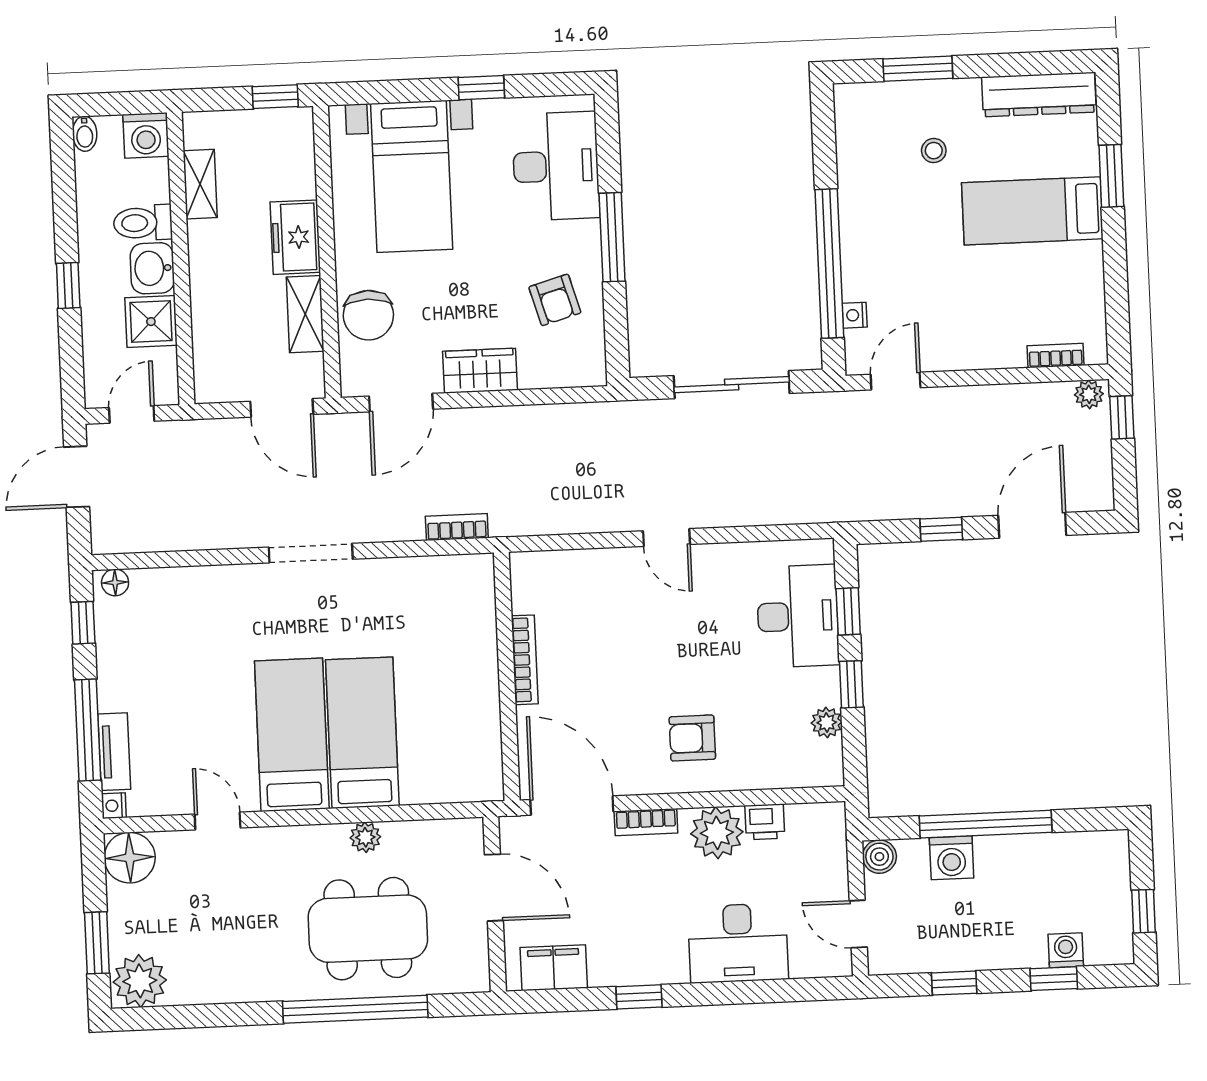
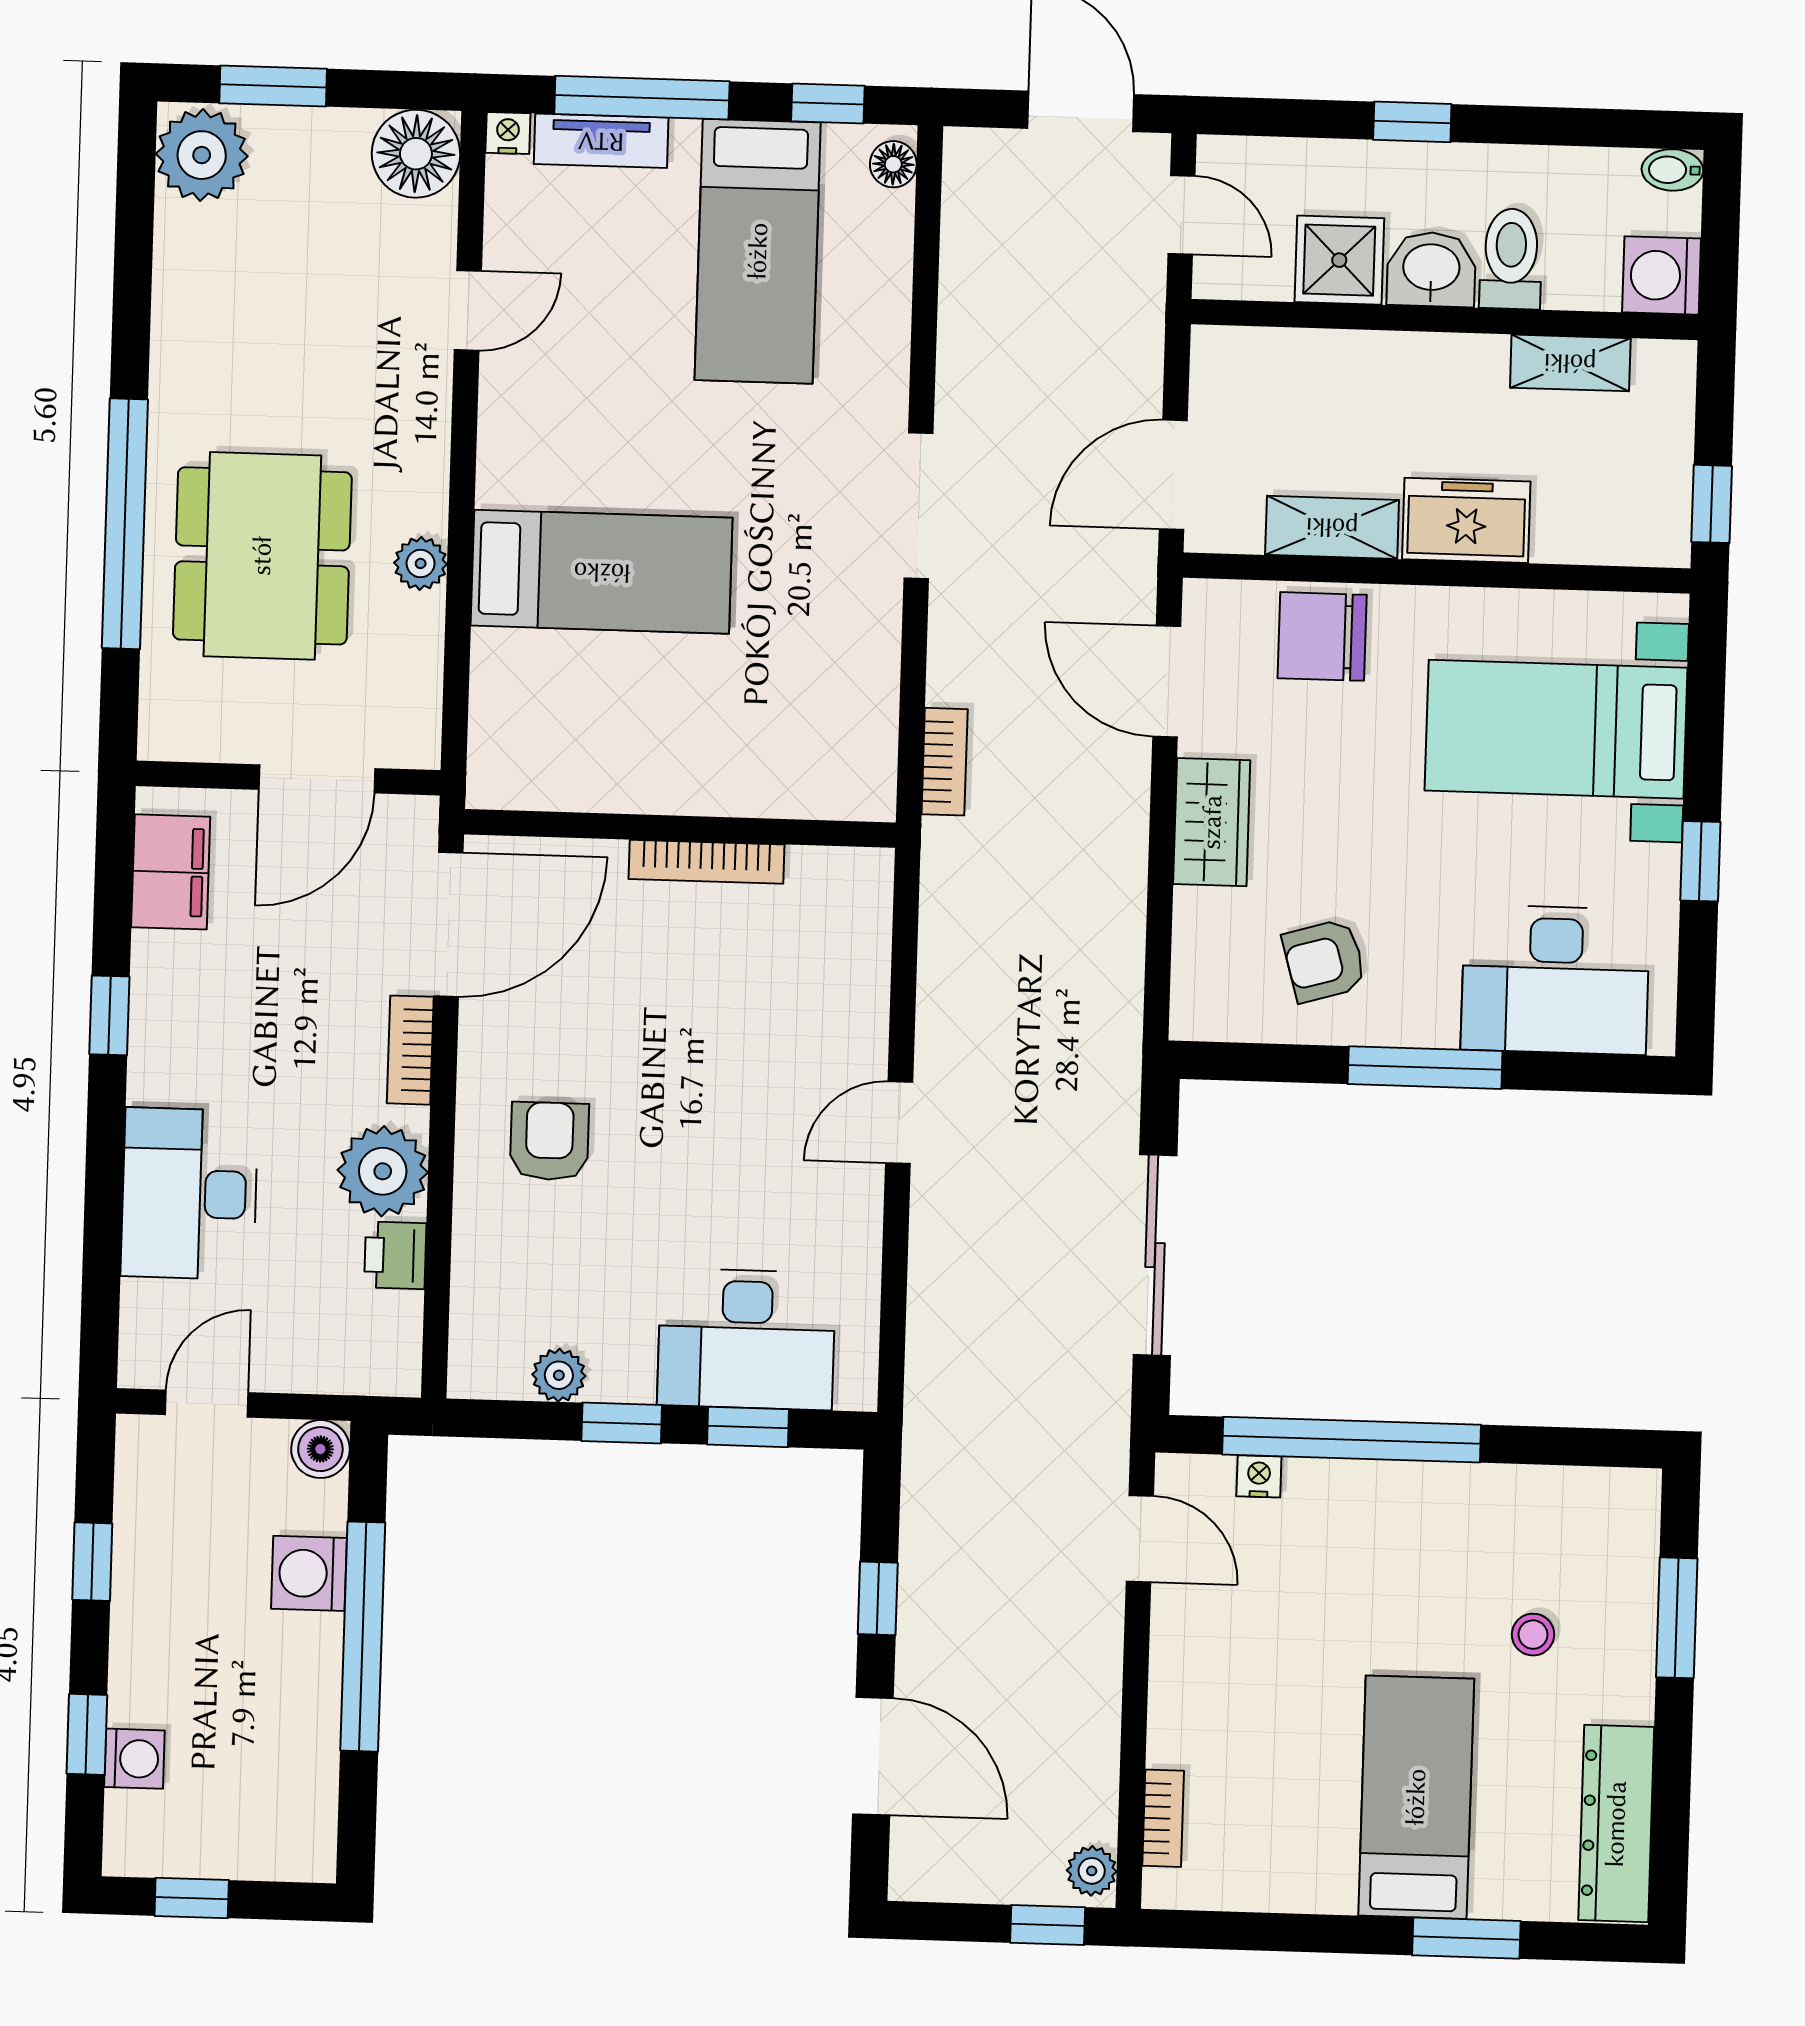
bed: (292, 735) -> (758, 251), moved, turned 90

